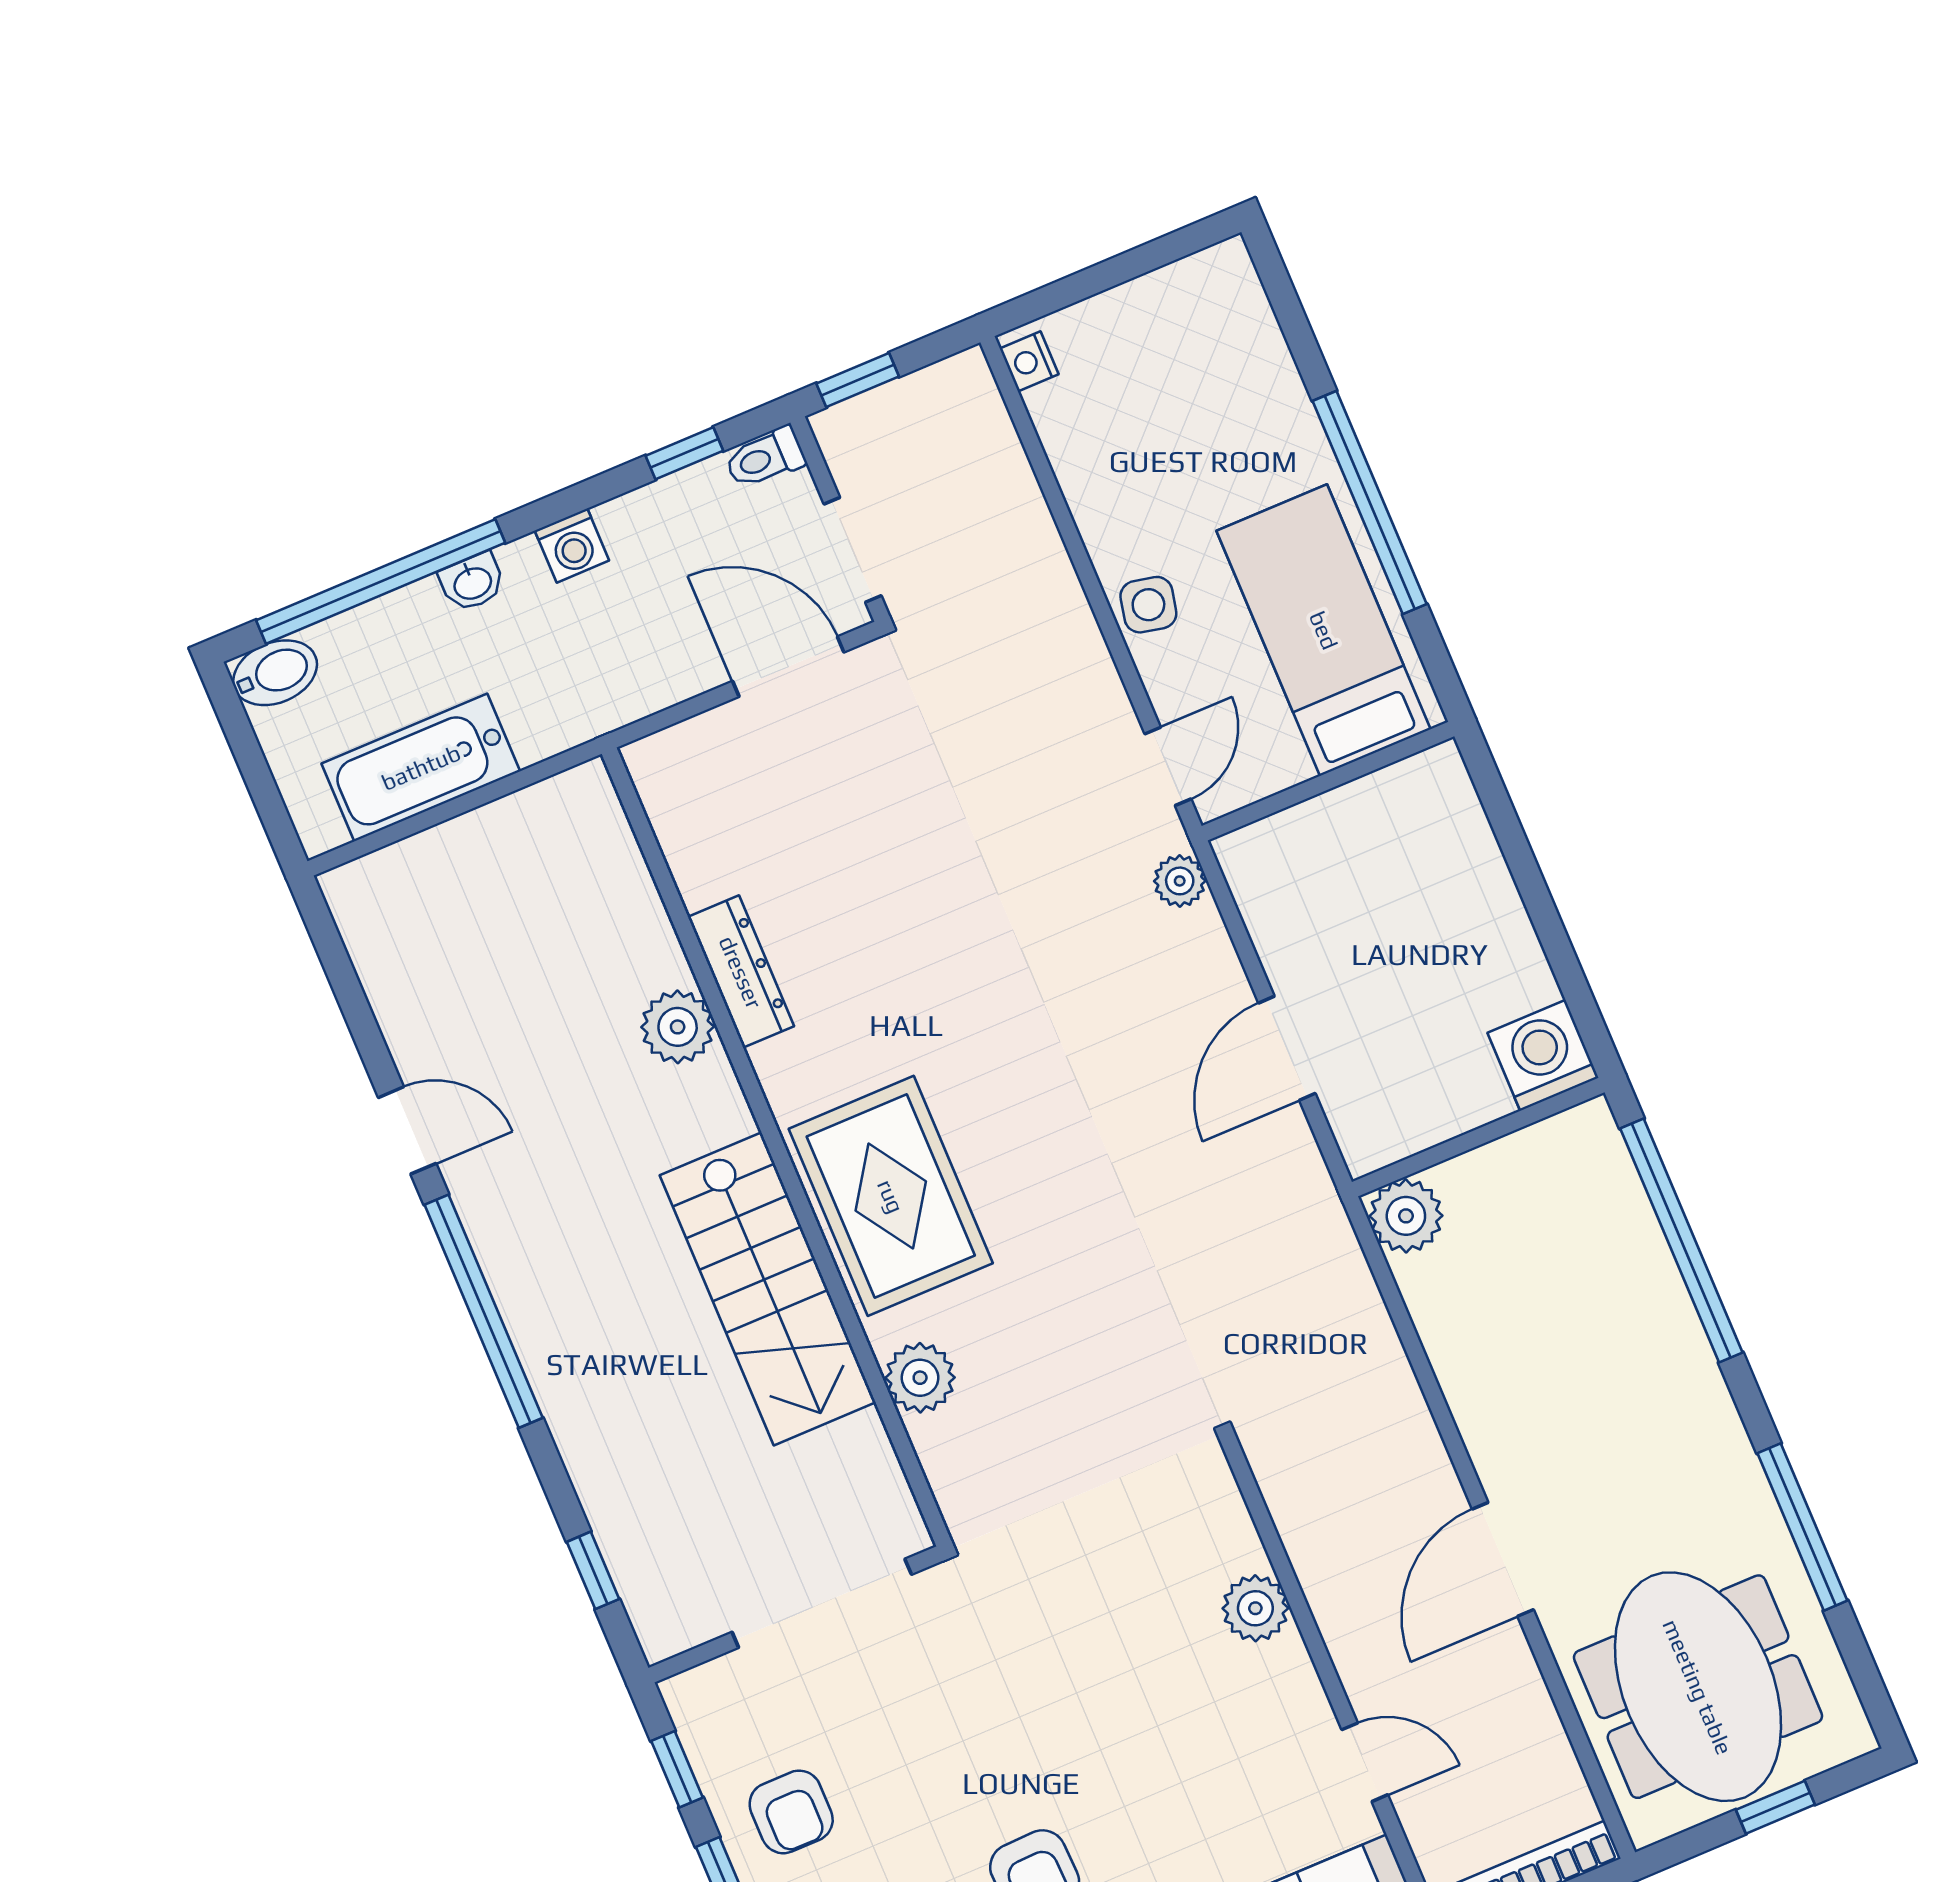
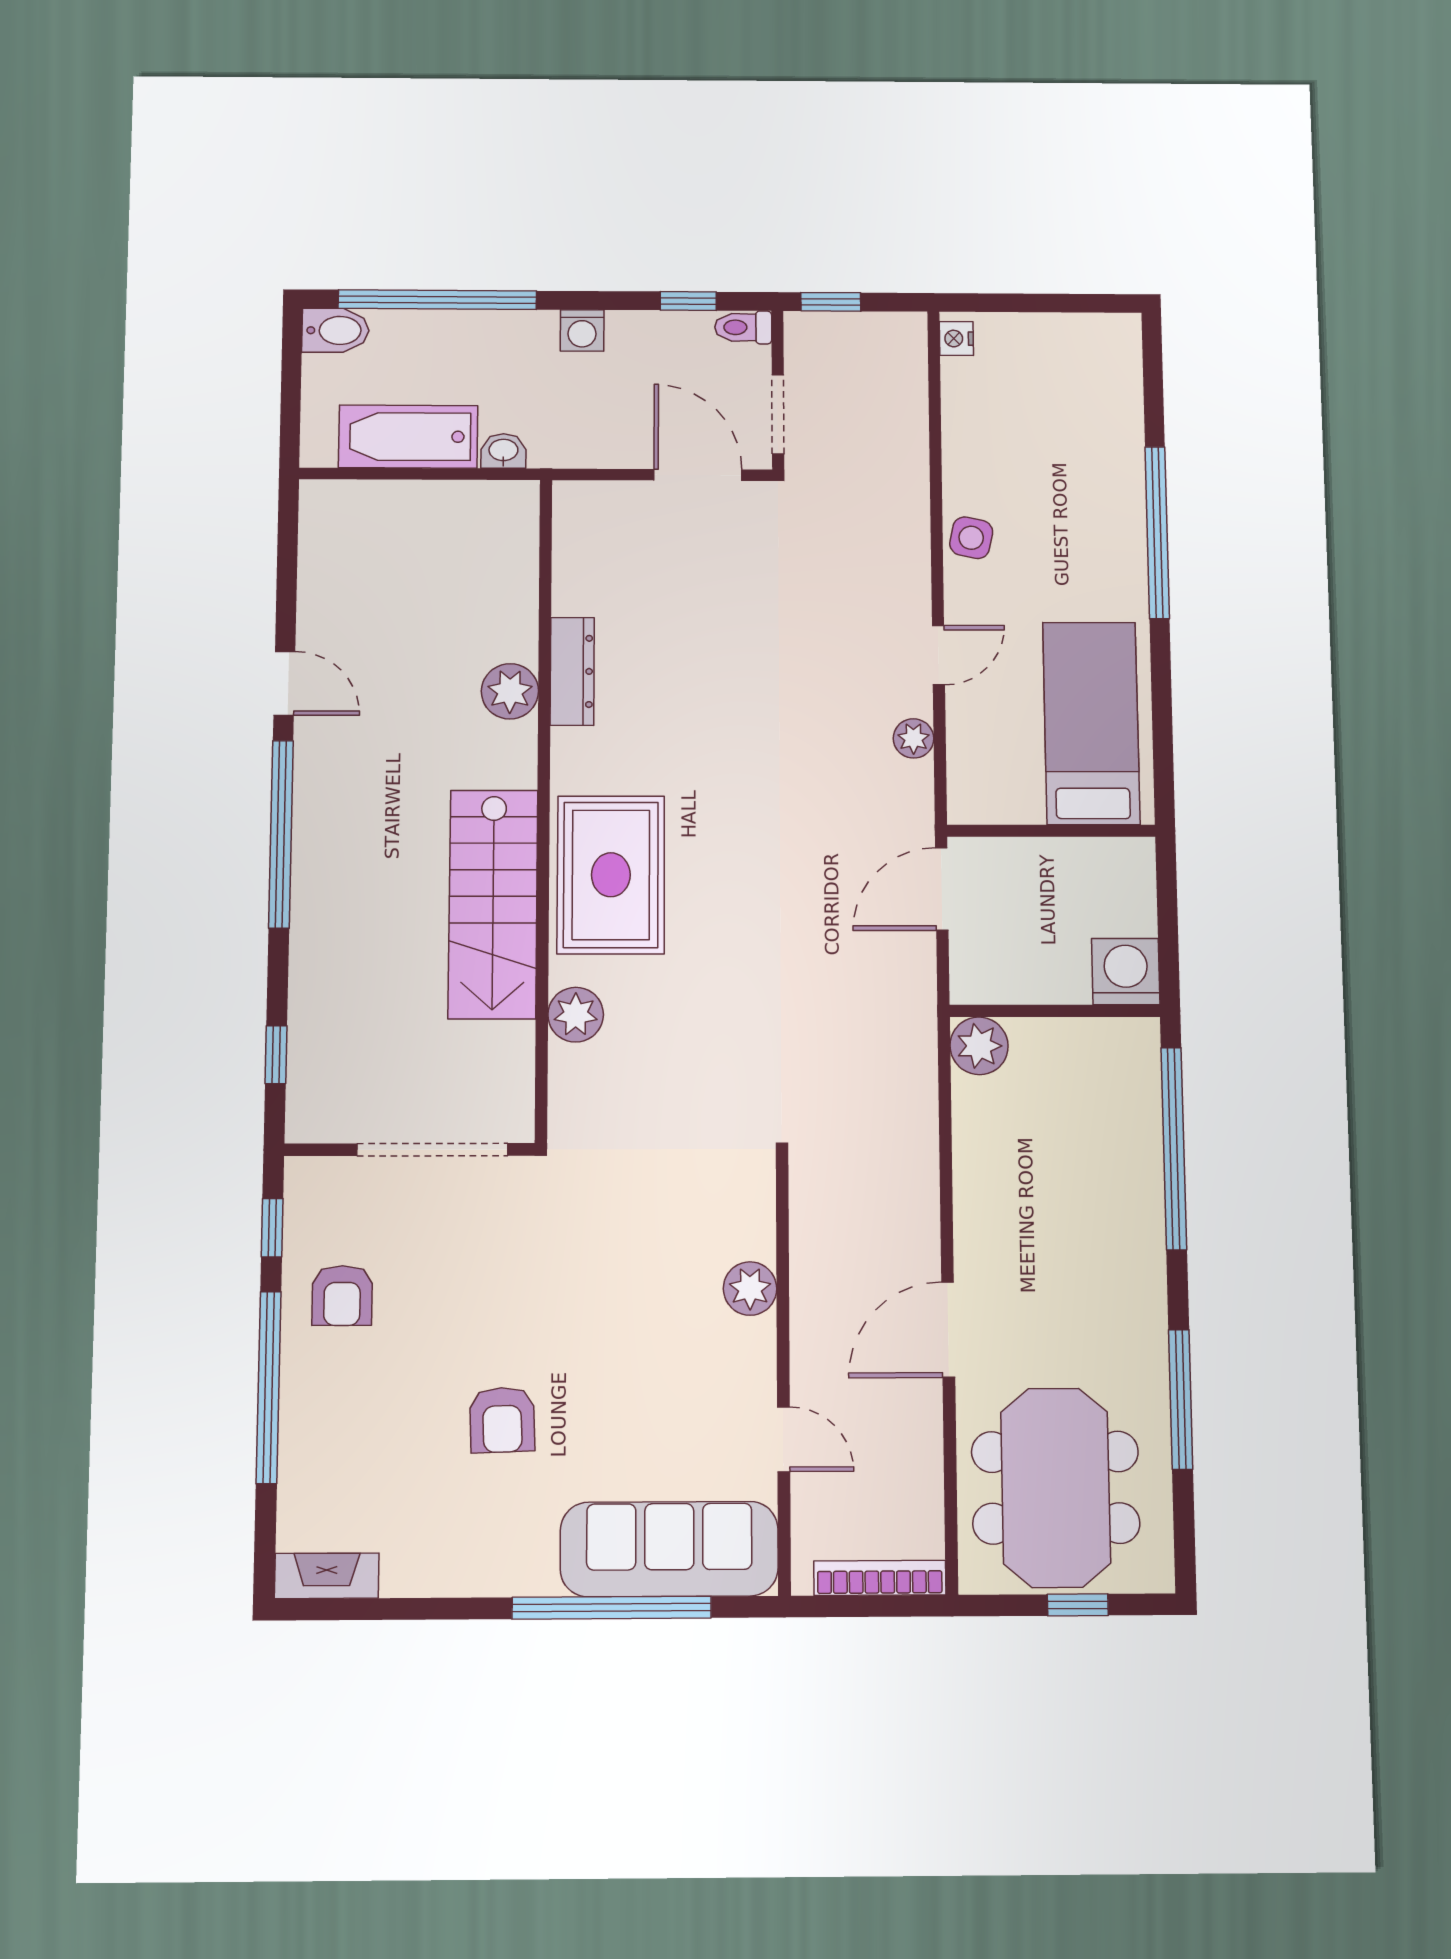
washbasin: (472, 582) -> (503, 451), moved, turned 180
bed: (1324, 630) -> (1091, 723), moved
wall: (1328, 781) -> (1051, 831), moved

